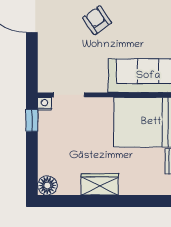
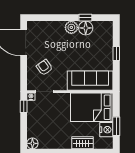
armchair: (97, 20) -> (44, 67), moved
wardrobe: (100, 184) -> (83, 143), moved

